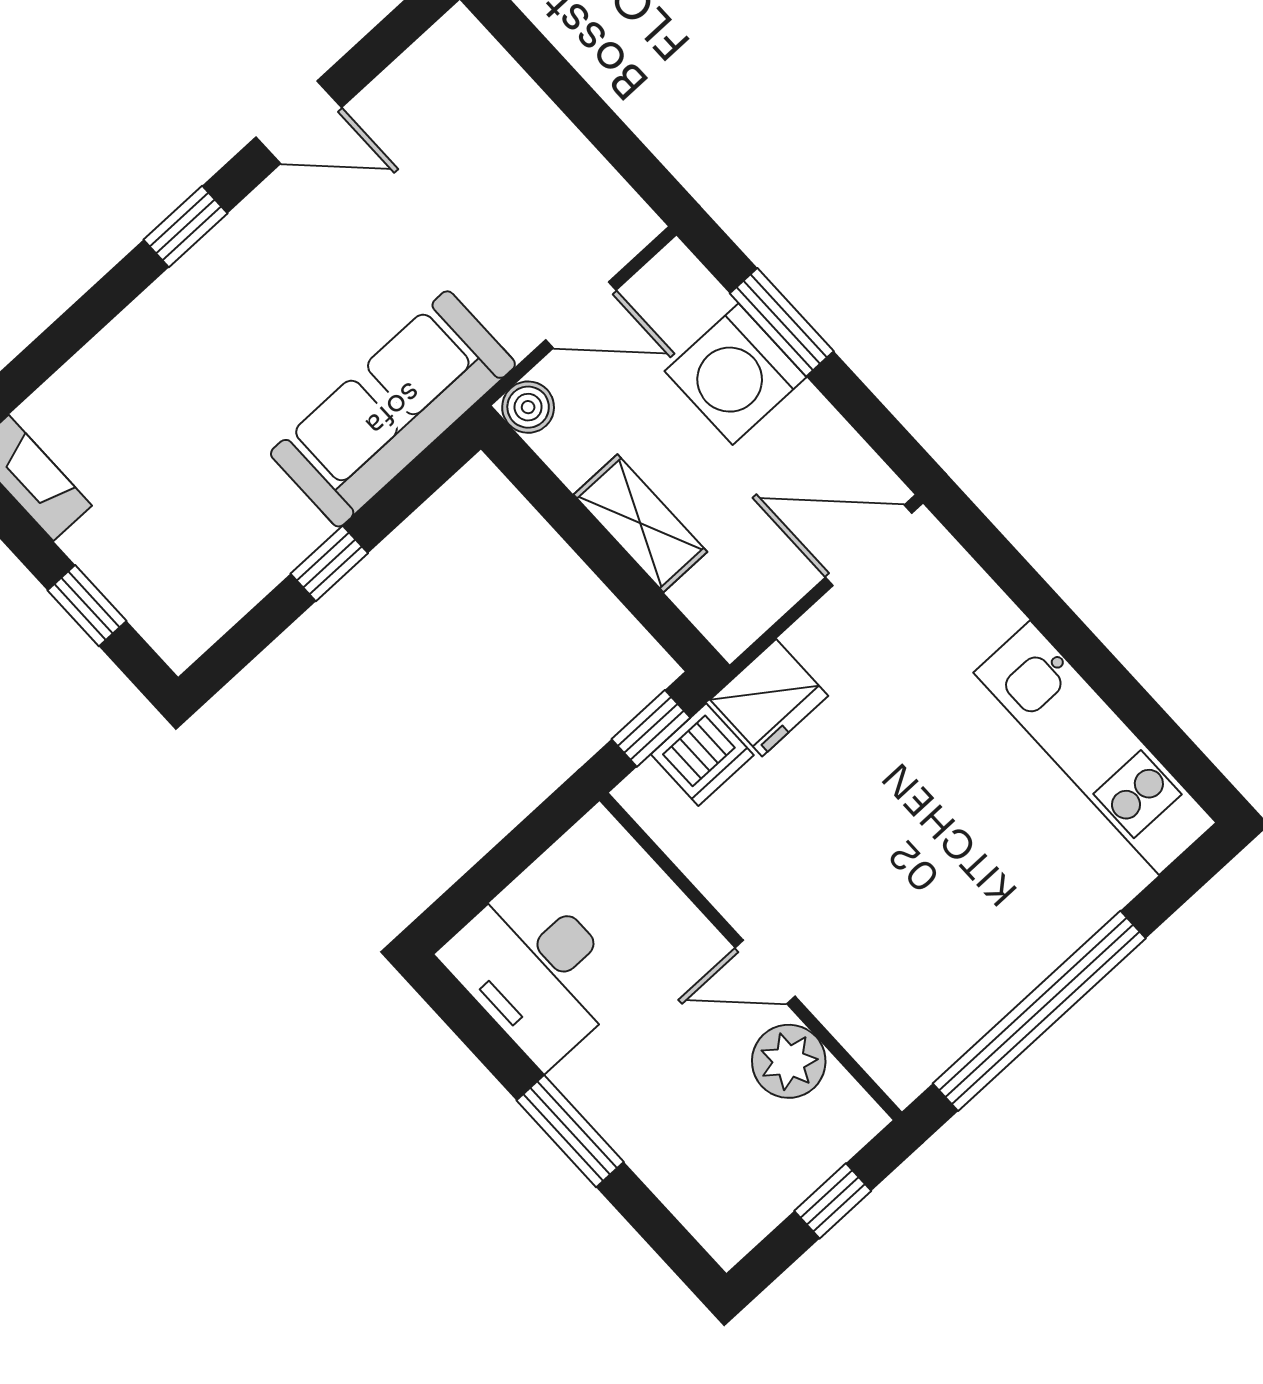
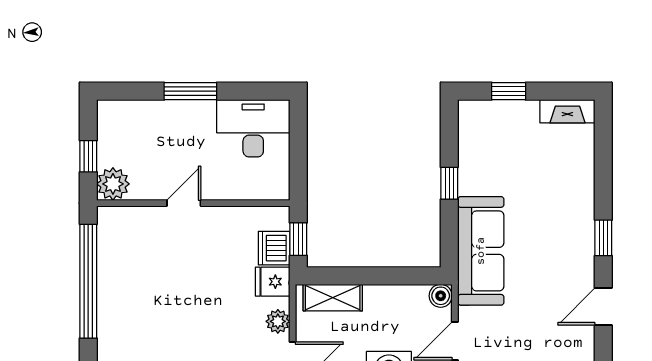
shelving: (640, 523) -> (333, 298), moved
plant: (817, 637) -> (278, 321), added
fridge: (769, 698) -> (273, 282), width x0.72
plant: (789, 1061) -> (113, 184), moved

